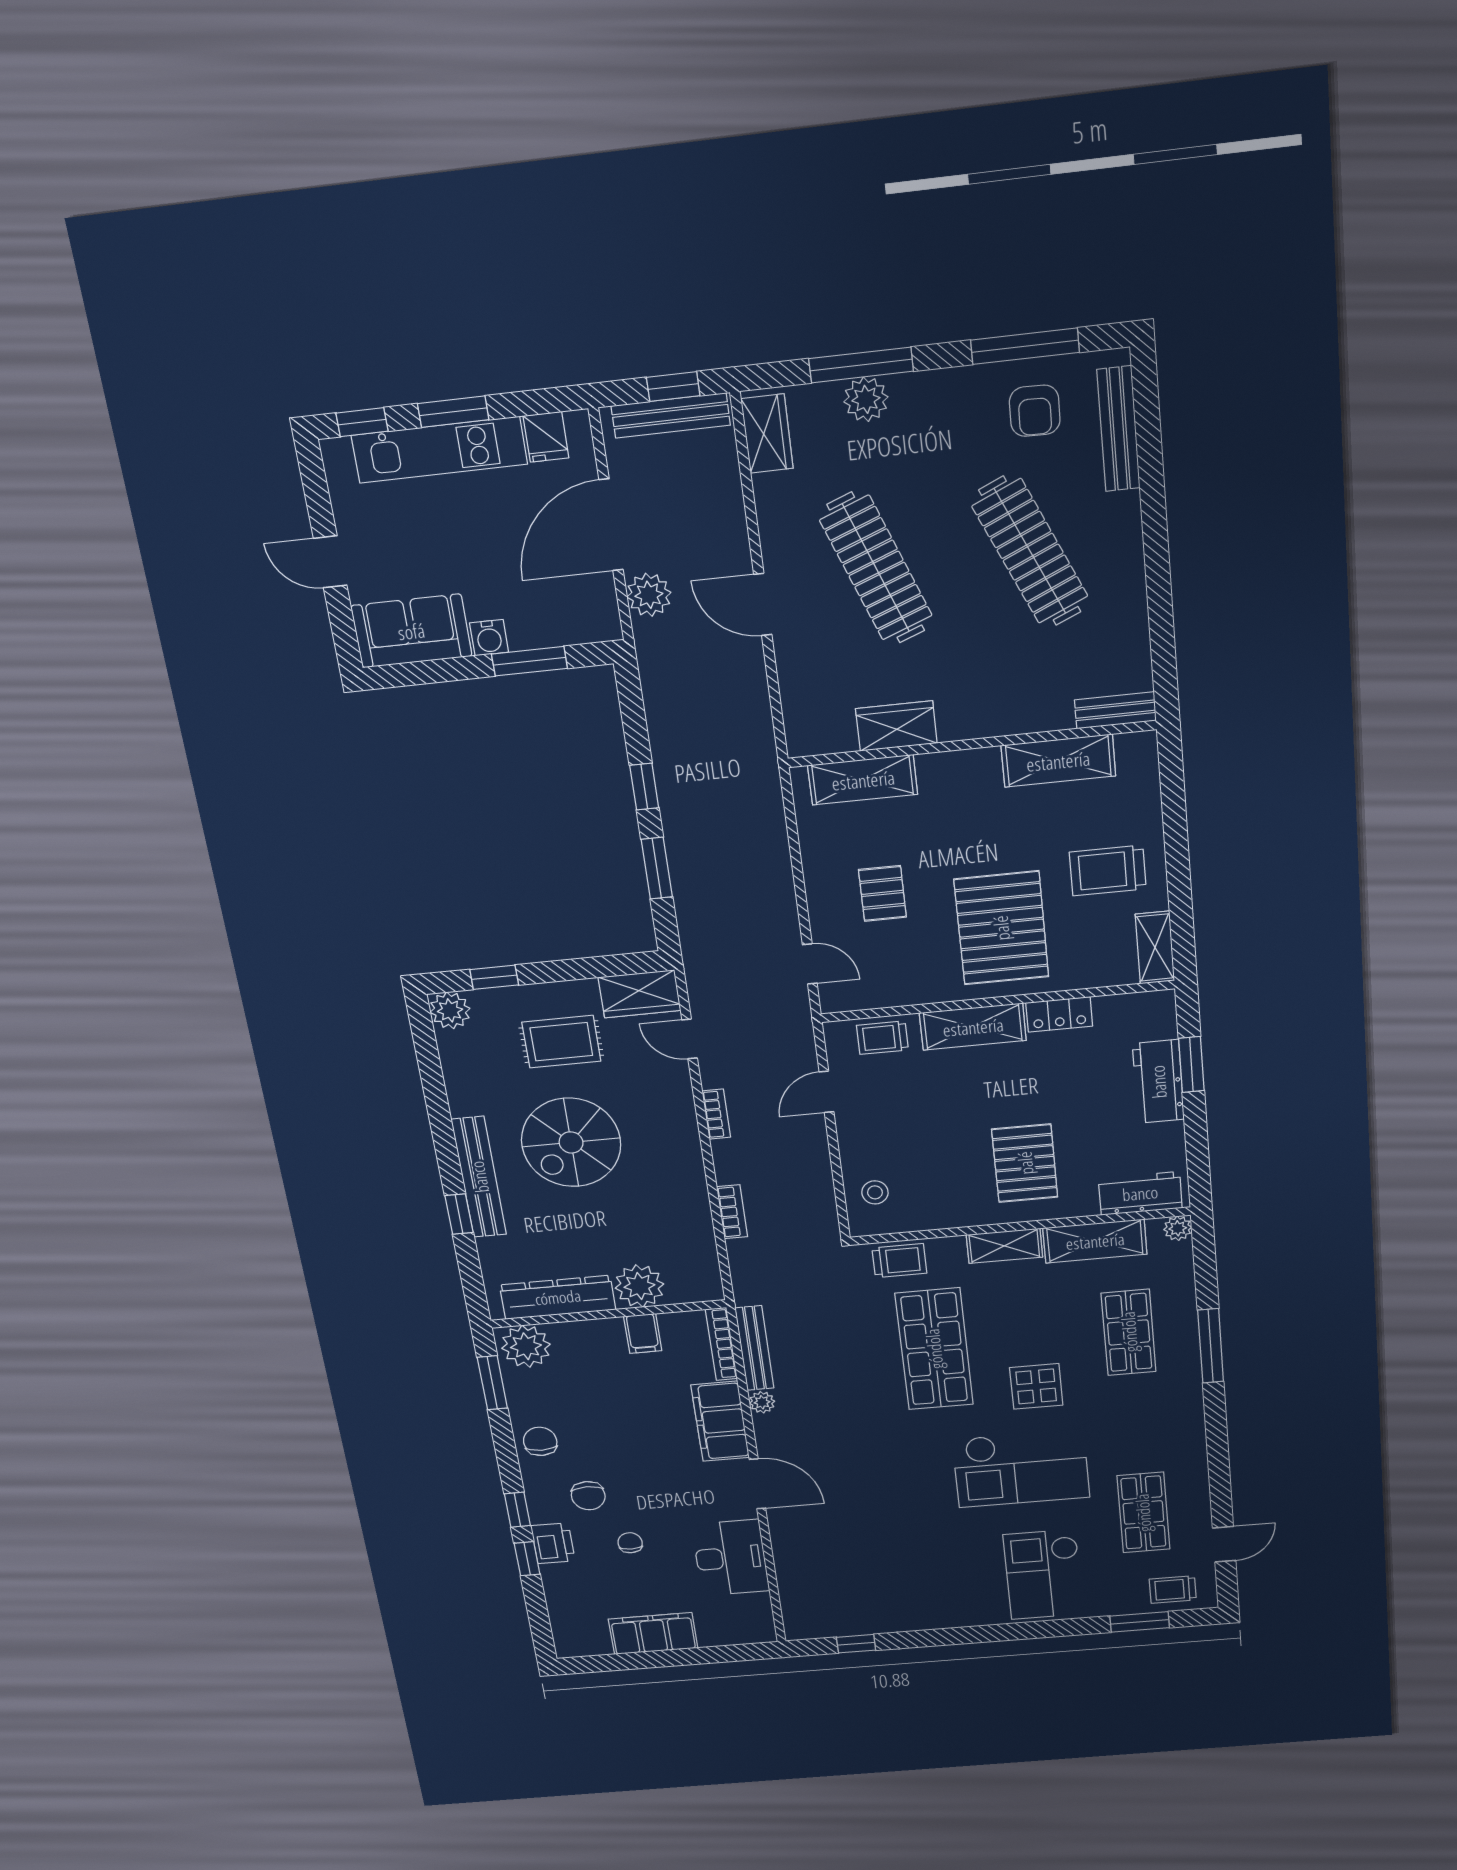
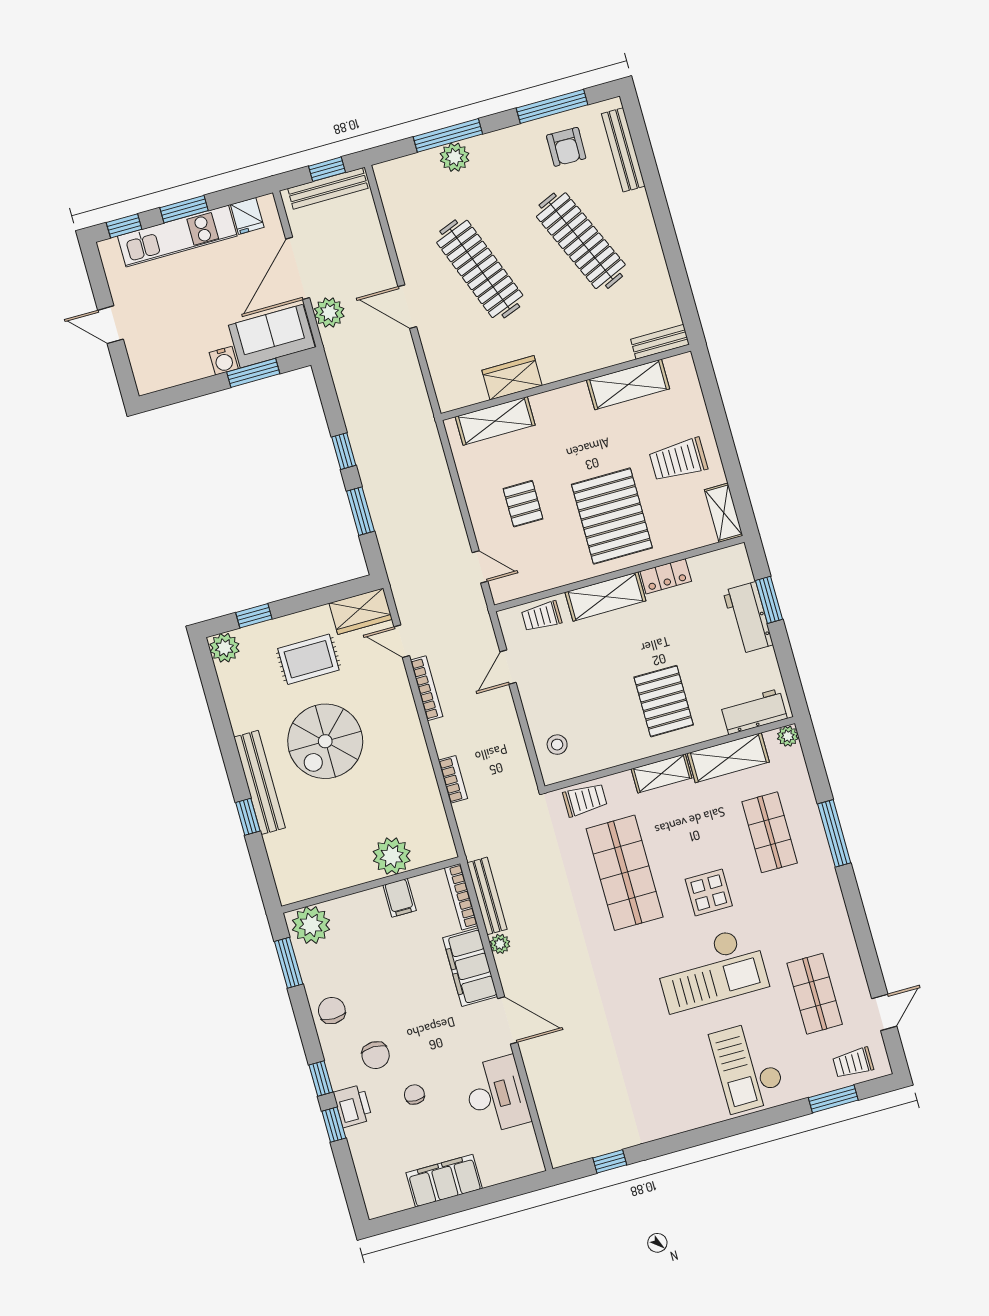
wardrobe: (767, 434) -> (393, 190), removed
sofa: (411, 631) -> (272, 336), moved
bookcase: (716, 1114) -> (427, 688), width x1.56
dresser: (558, 1297) -> (331, 877), removed

